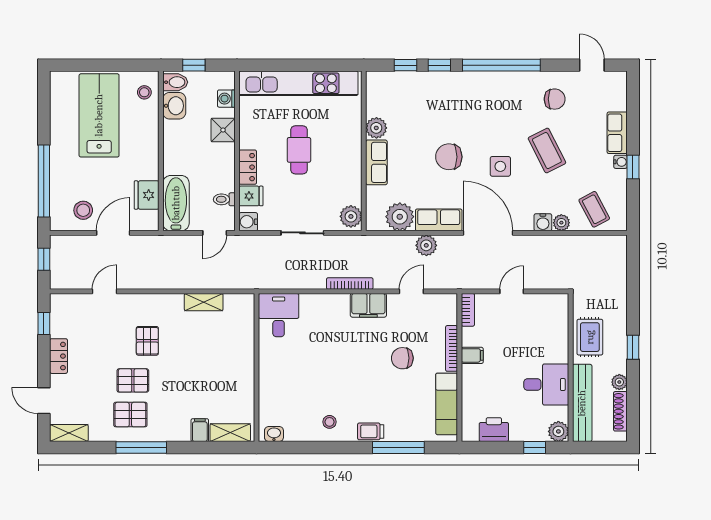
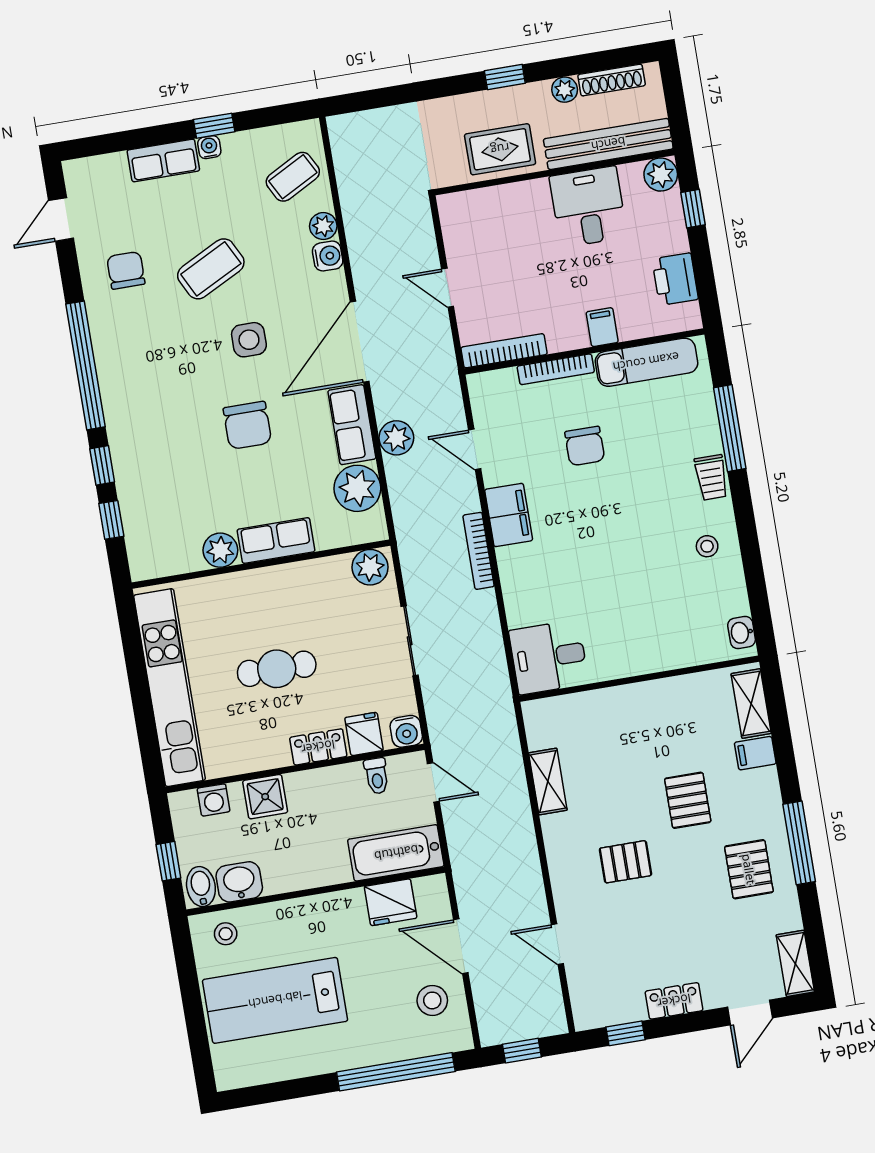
bookcase: (468, 310) -> (504, 351), width x1.56
filing cabinet: (472, 355) -> (602, 327), moved
pallet: (133, 380) -> (688, 800), moved

